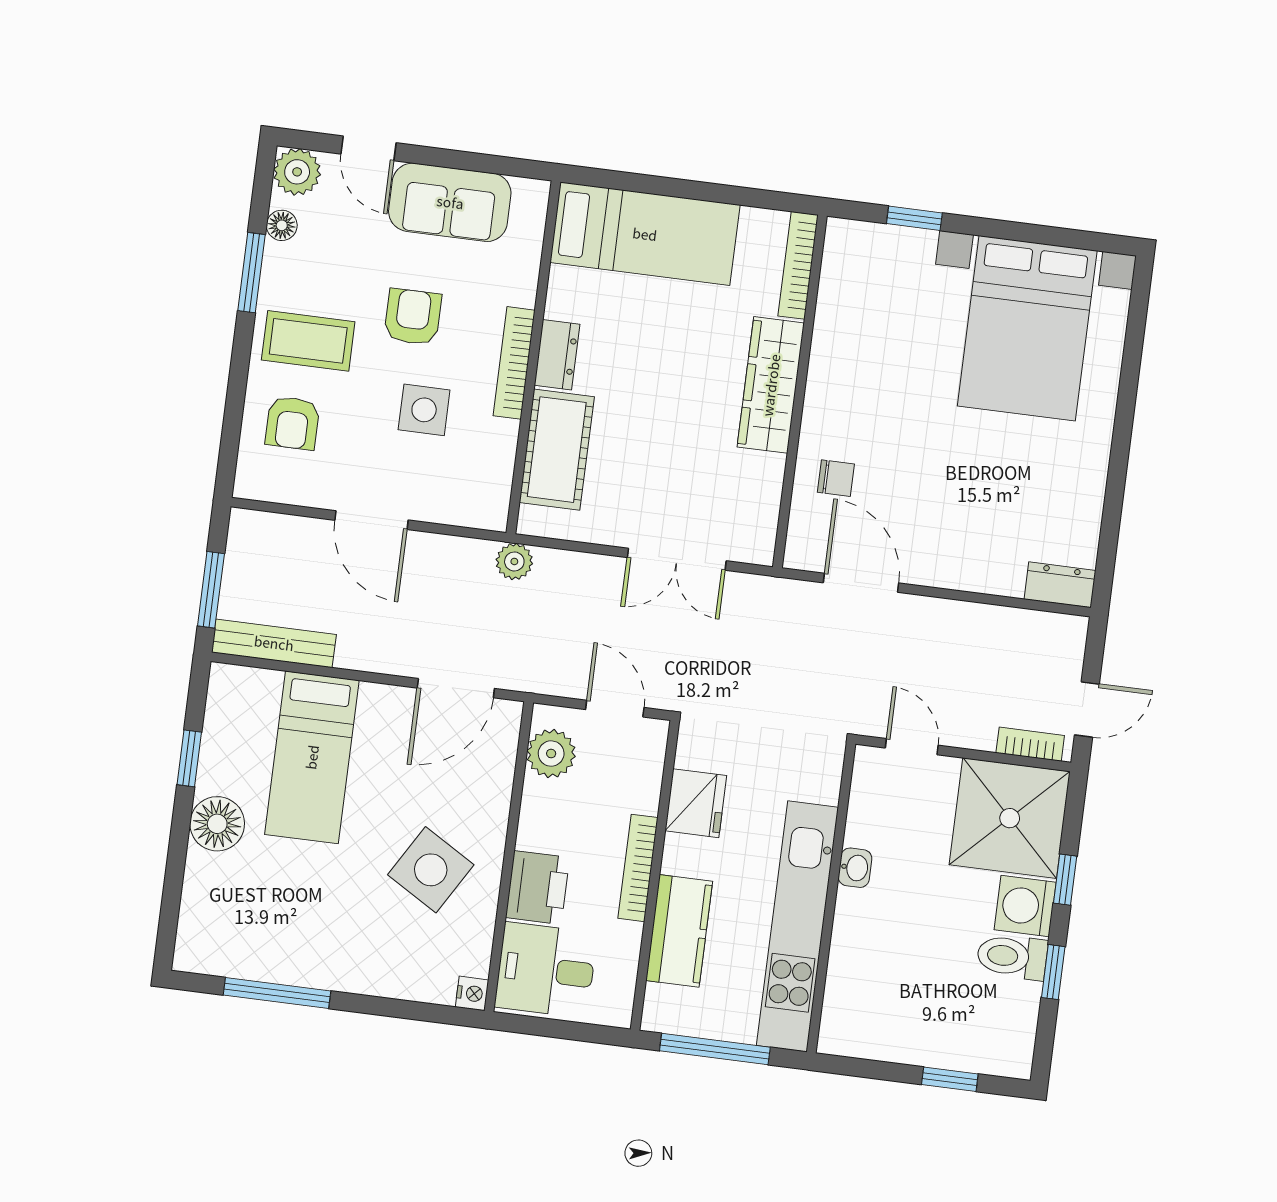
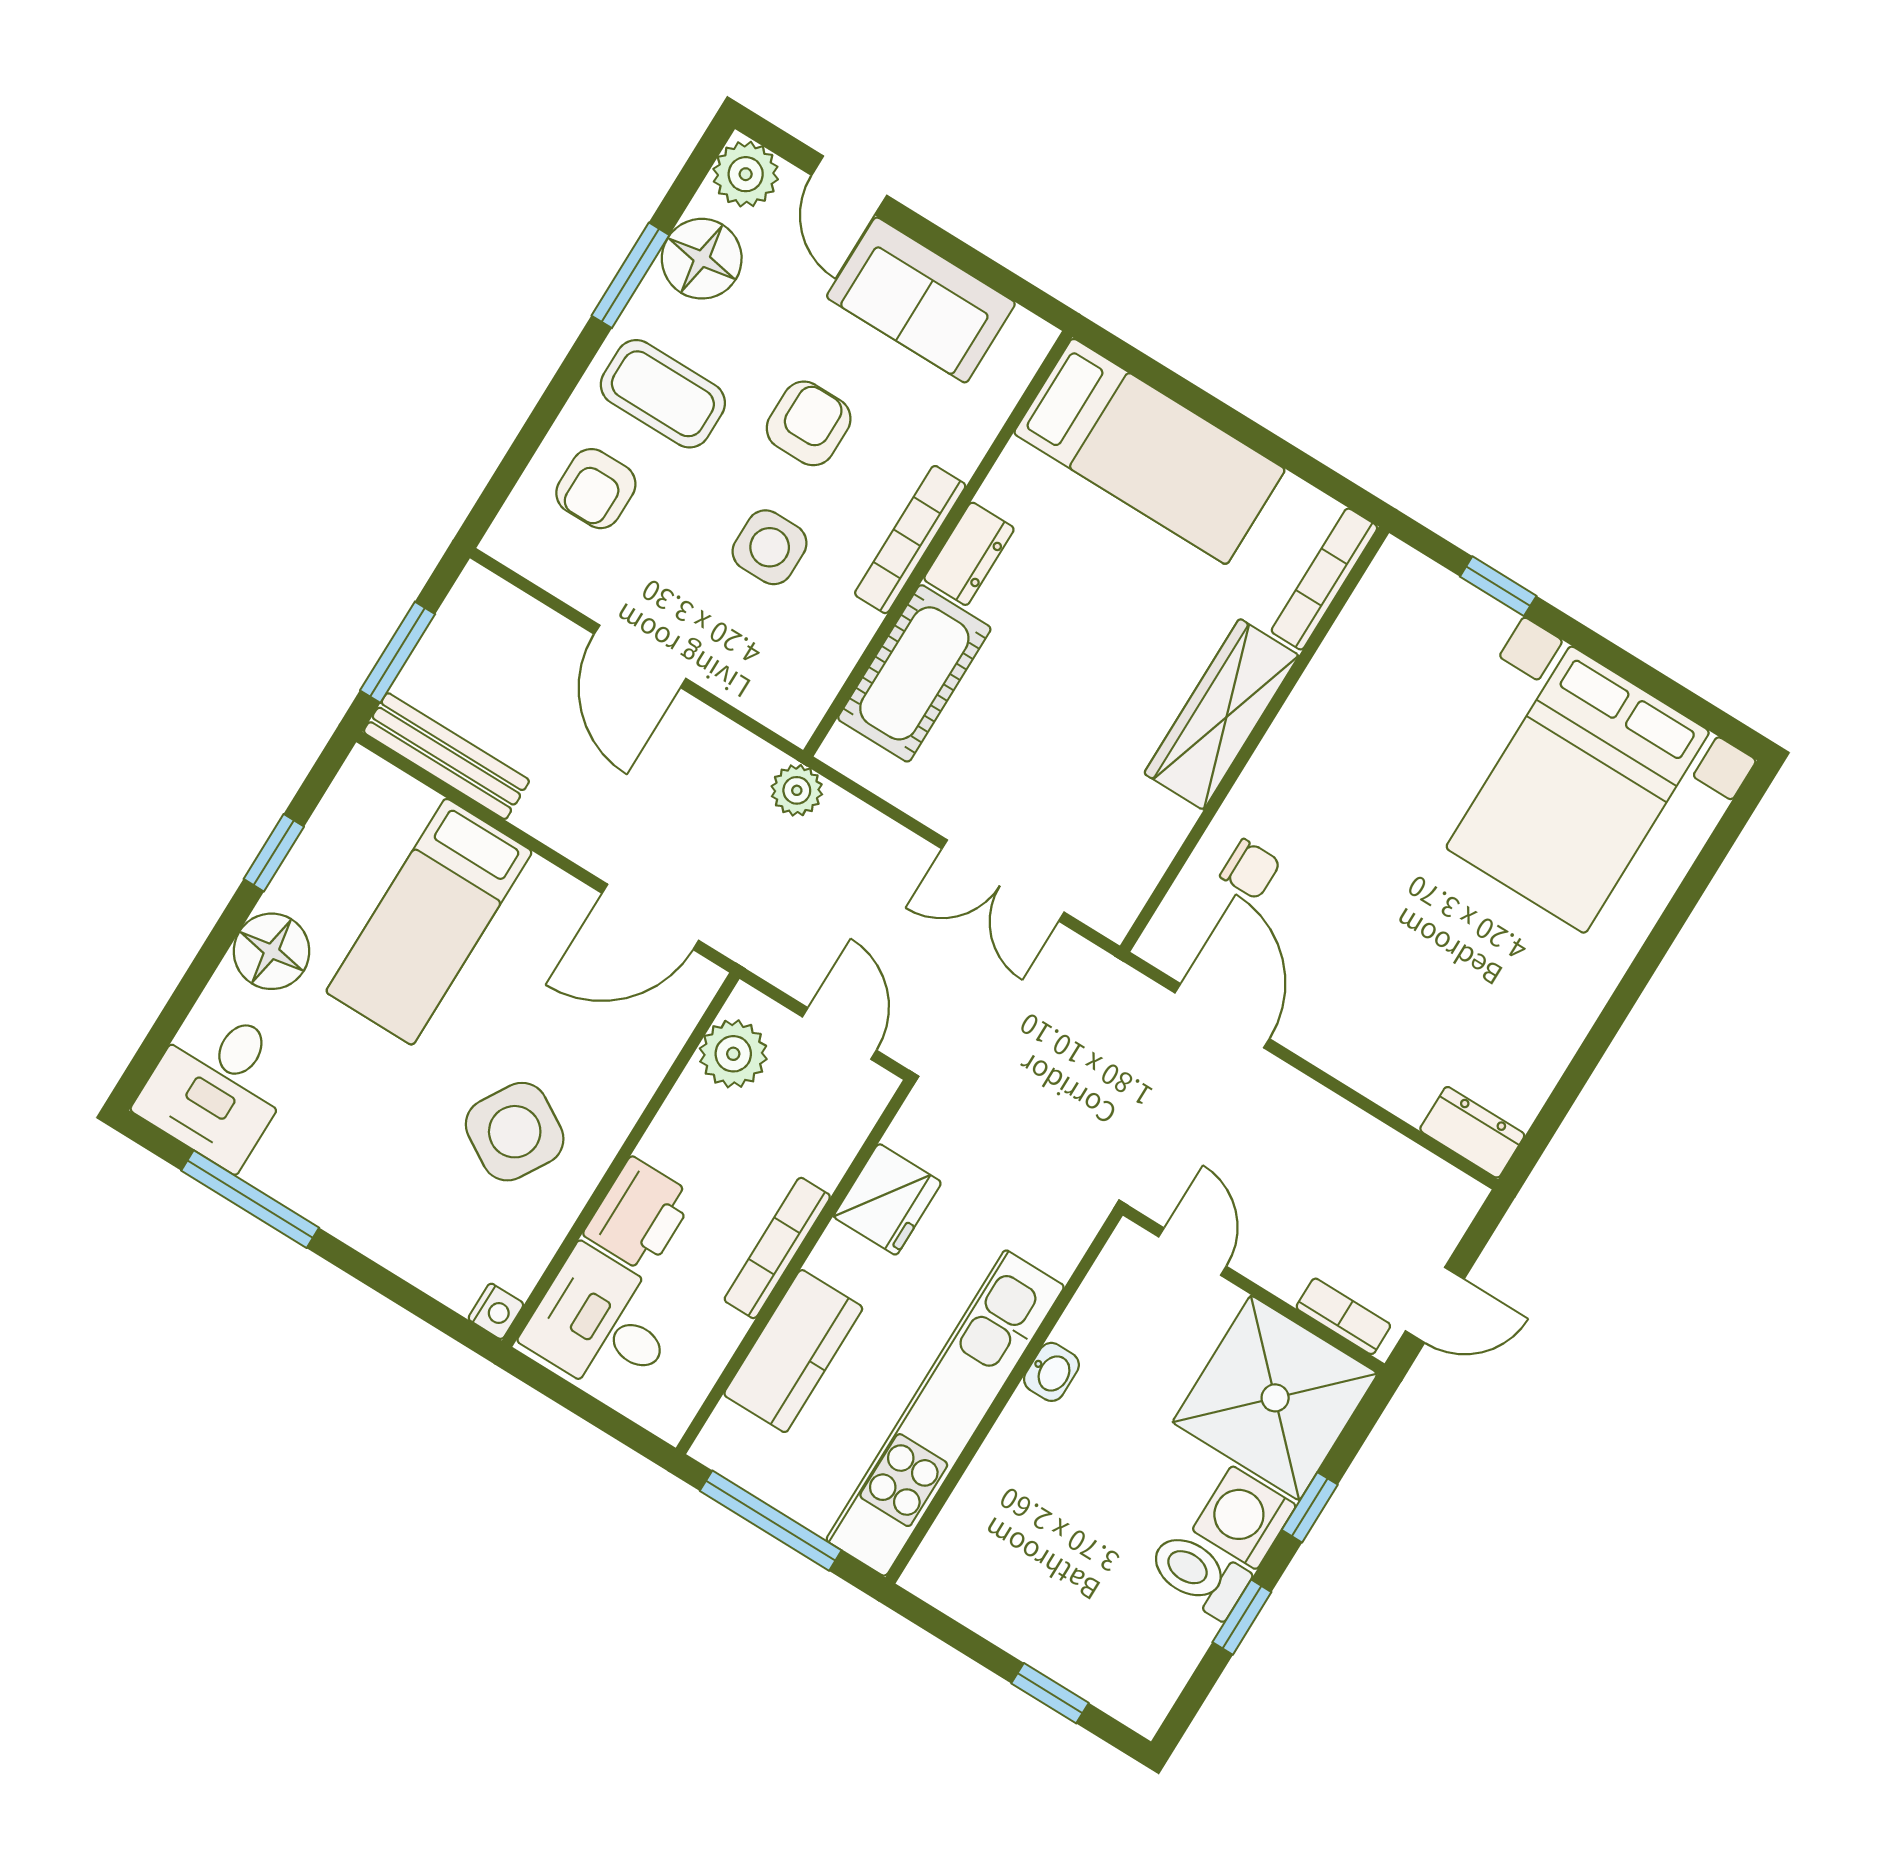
floor lamp: (282, 225) -> (702, 259), width x1.89, depth x1.89
desk: (222, 928) -> (218, 1085), added

